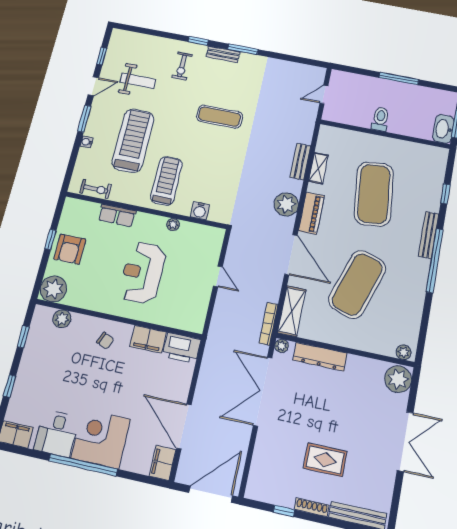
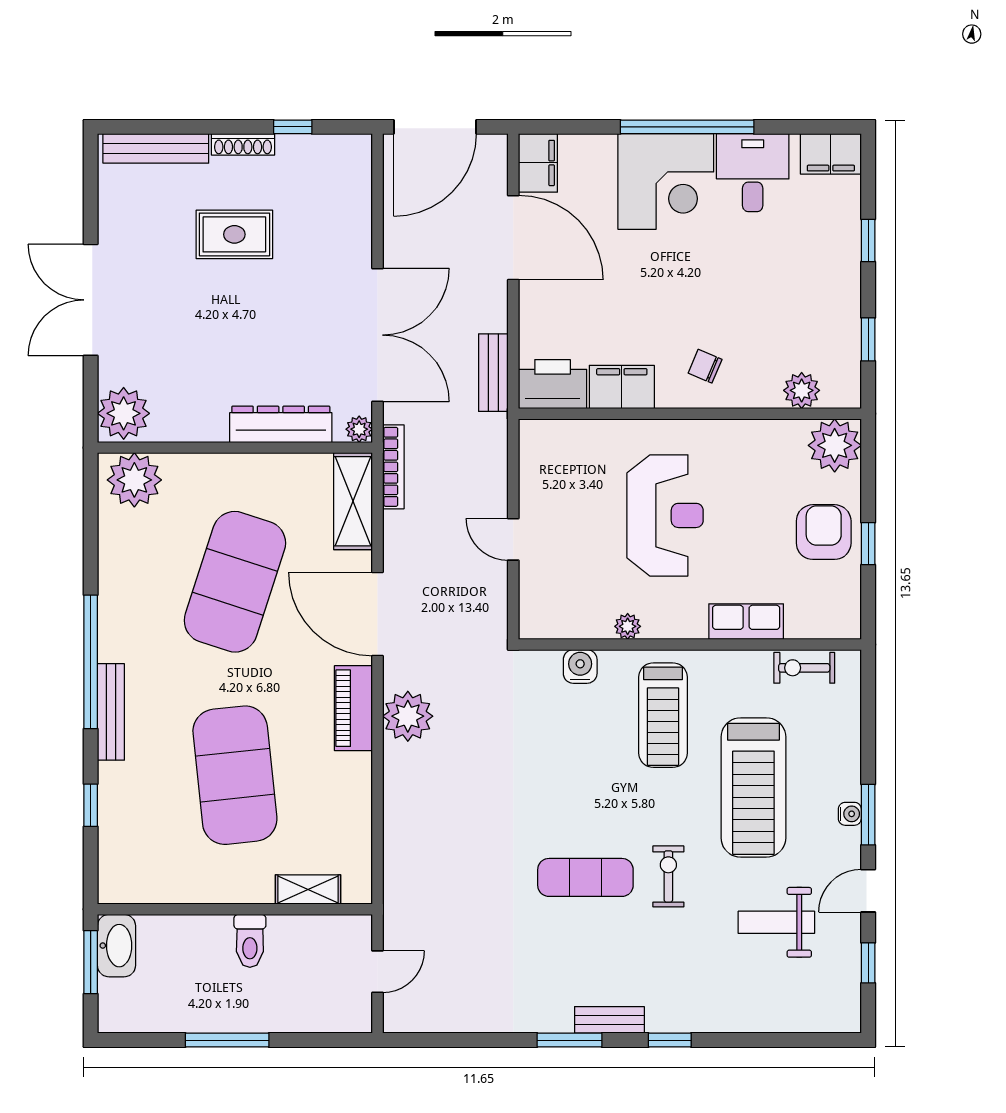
exercise bike: (182, 66) -> (668, 876), moved
water cooler: (87, 142) -> (850, 814), moved
bench: (300, 162) -> (493, 373), moved
shelving: (318, 168) -> (308, 890), moved, turned 90
plant: (404, 352) -> (134, 480), width x1.87, depth x1.87

